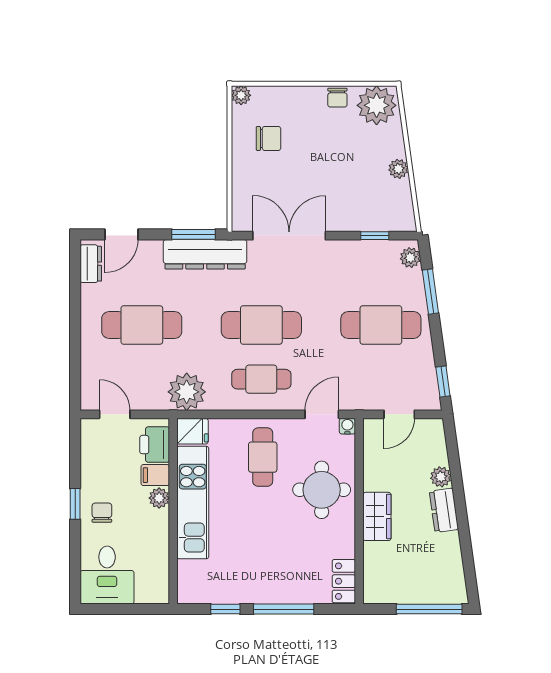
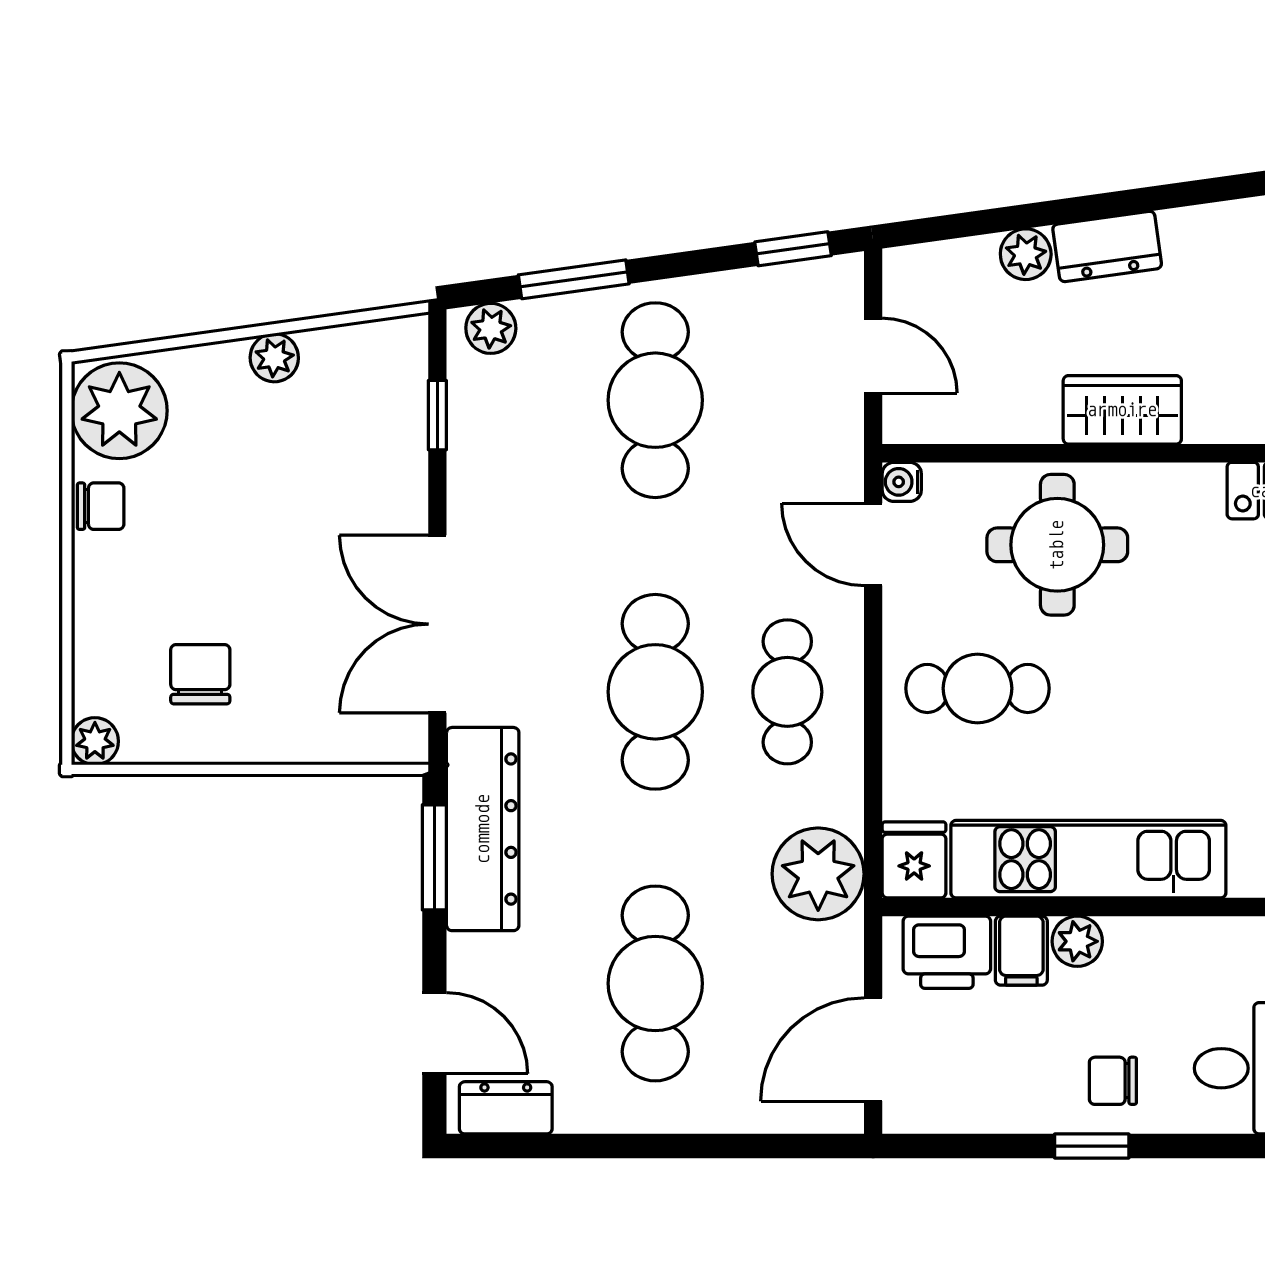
door: (115, 414) -> (873, 1049), width x1.38

